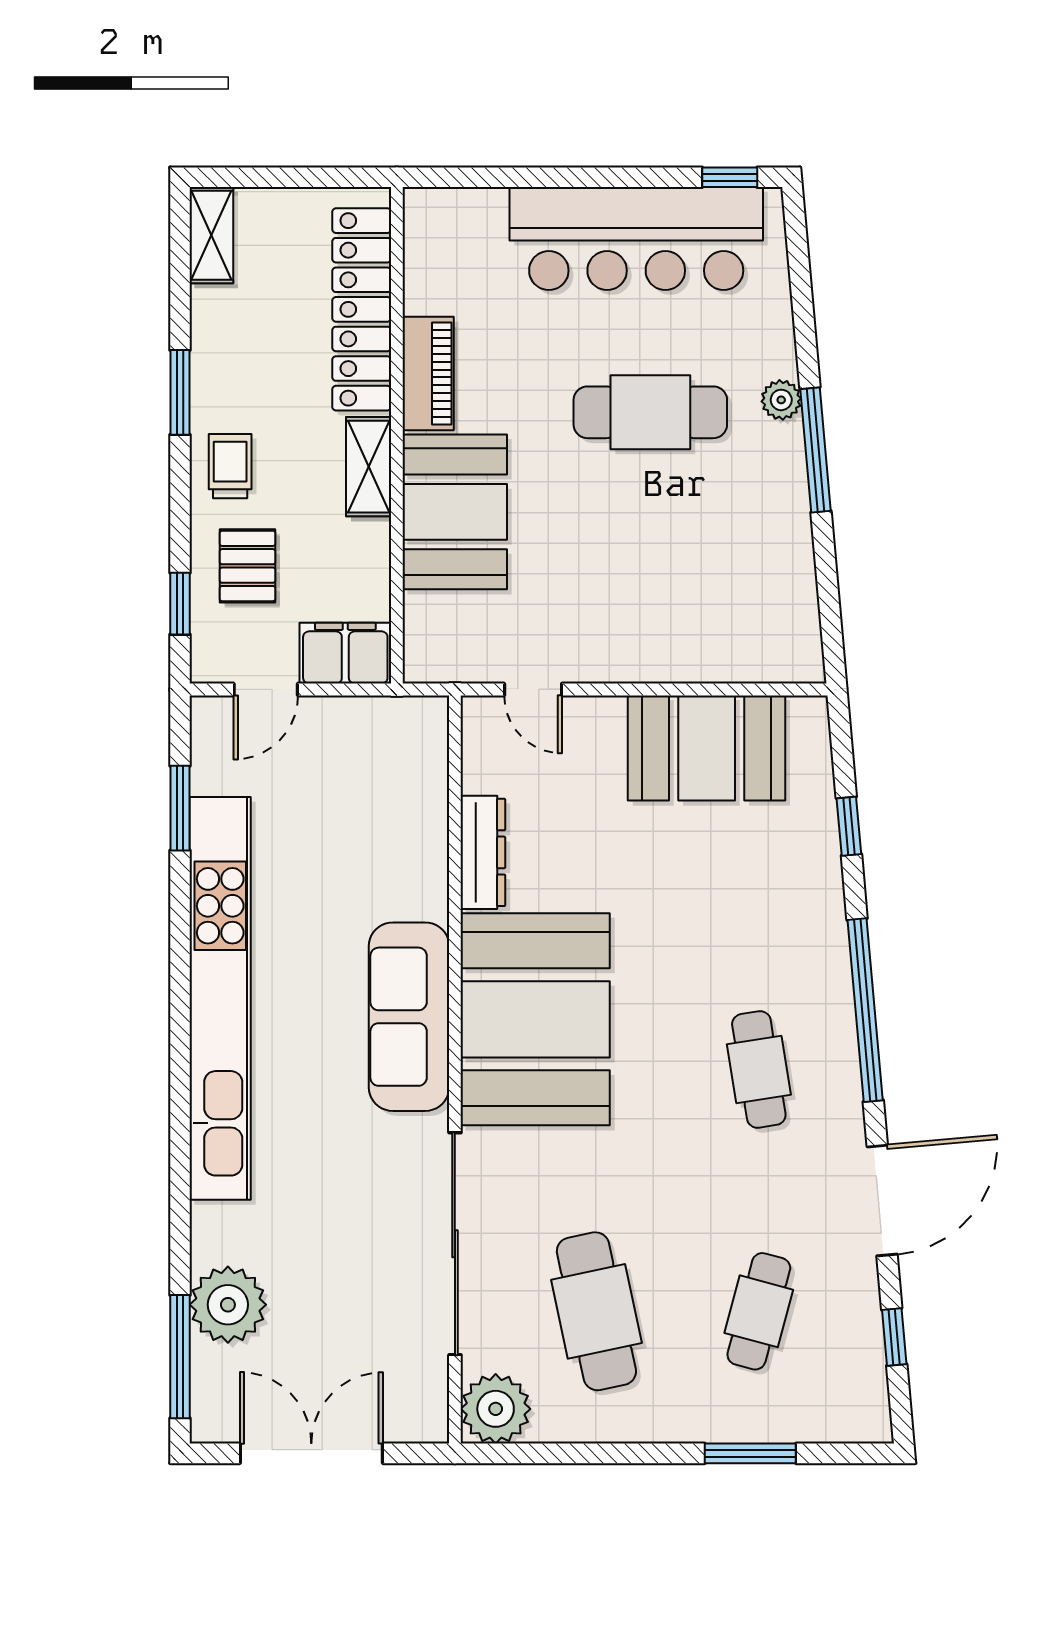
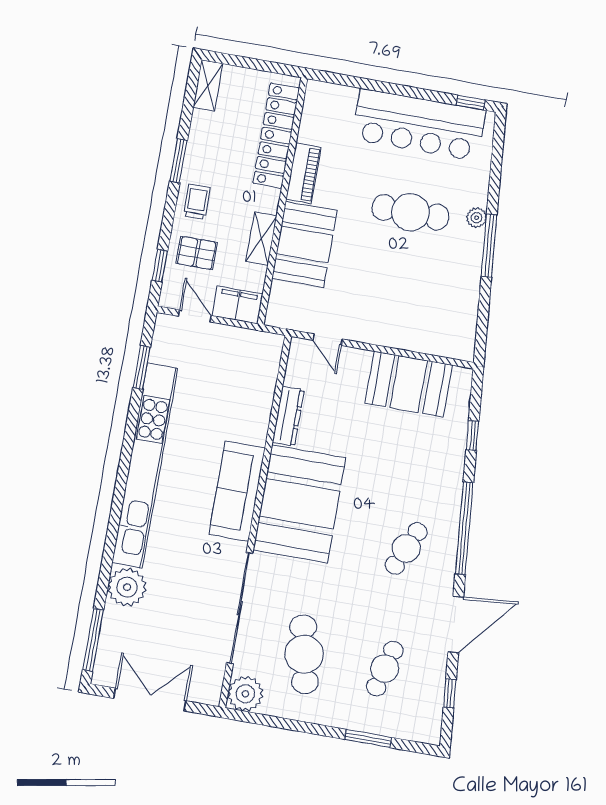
shelving: (369, 467) -> (261, 239), moved
pallet: (248, 566) -> (197, 253), turned 90
door: (266, 689) -> (195, 316), swing flipped
cafe table: (759, 1069) -> (406, 548), turned 33
plant: (228, 1305) -> (127, 587), moved

